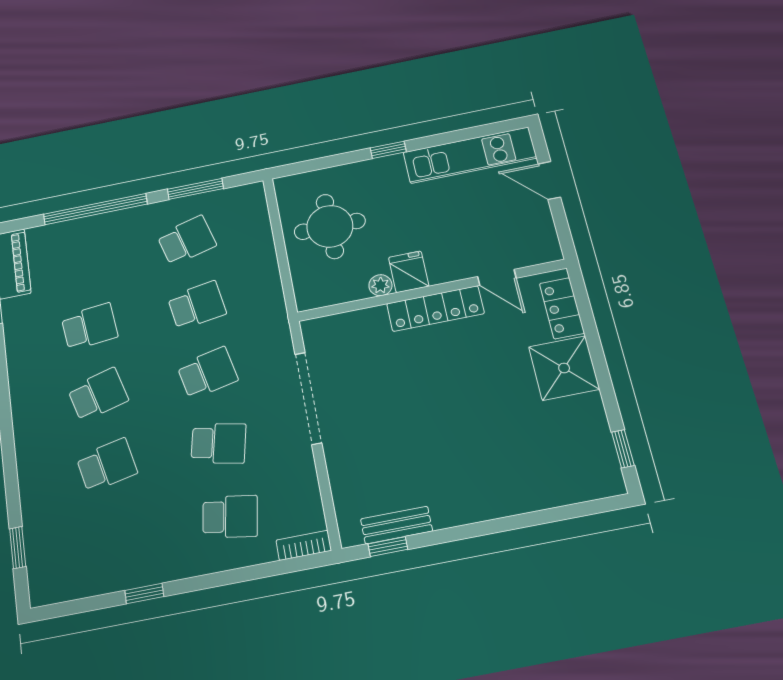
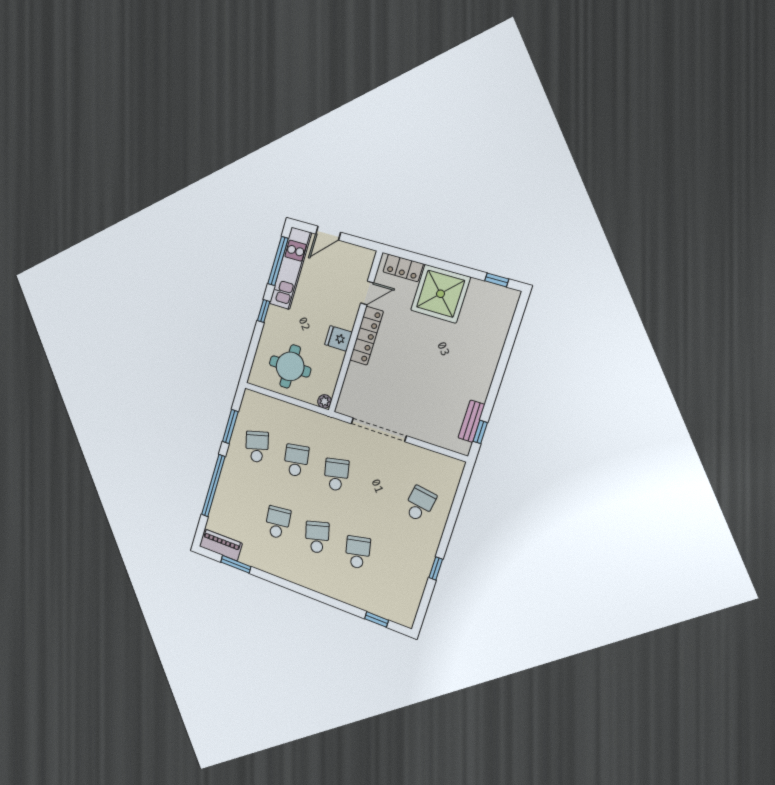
window: (470, 133) -> (278, 261), added
plant: (380, 285) -> (324, 401), moved
shower: (564, 368) -> (440, 294), width x1.37, depth x1.37
school desk: (219, 443) -> (377, 489), removed
bookcase: (304, 545) -> (456, 475), removed

